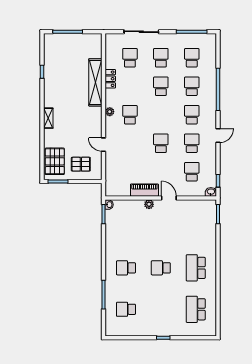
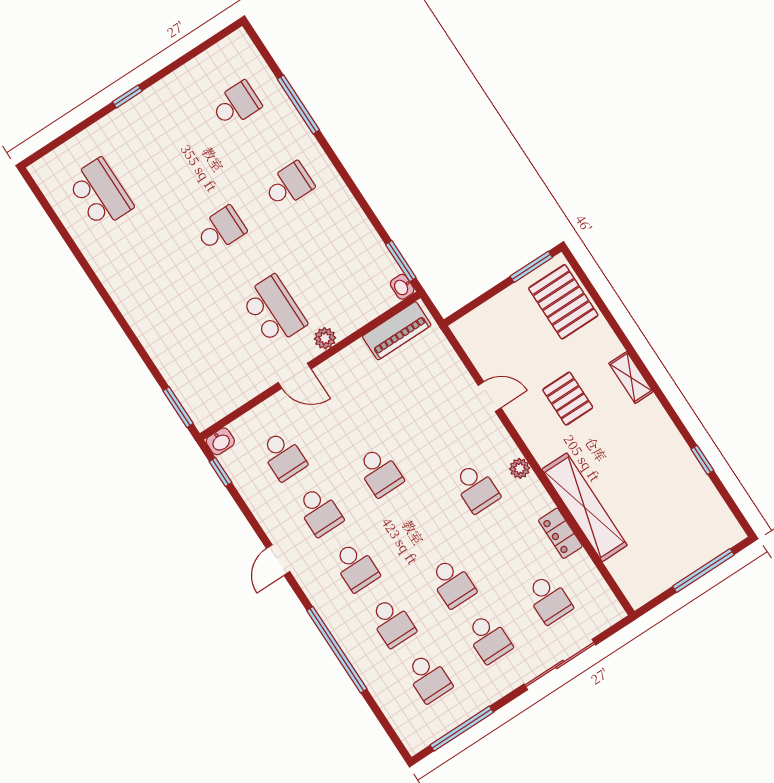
pallet: (81, 164) -> (568, 399), moved, turned 90
piano: (144, 190) -> (397, 331), moved
school desk: (196, 268) -> (274, 310), moved

